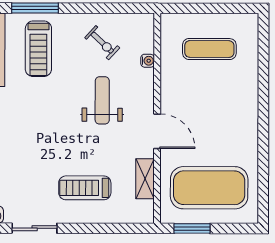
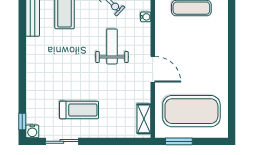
shelving: (145, 179) -> (144, 119), moved
treadmill: (85, 188) -> (79, 110), moved, turned 180

